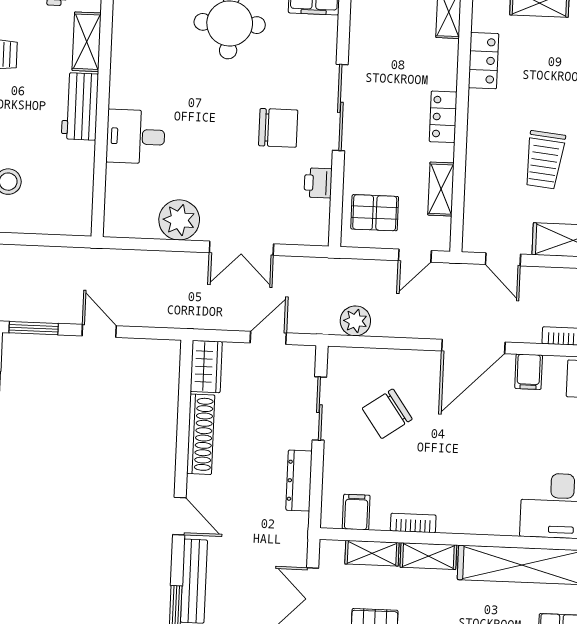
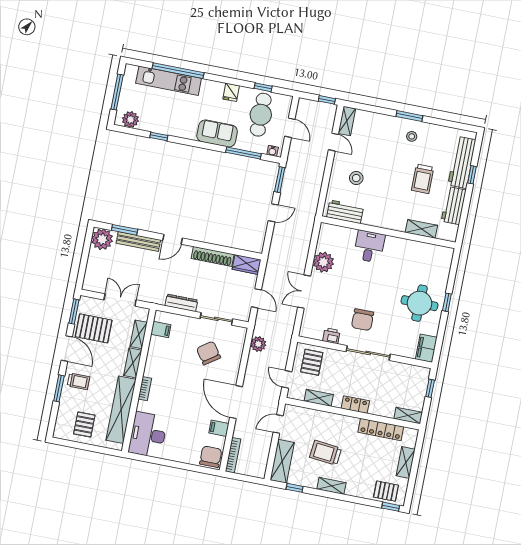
locker: (484, 61) -> (381, 430), width x1.53
workbench: (80, 106) -> (345, 212), moved
bookcase: (413, 523) -> (145, 389), moved

